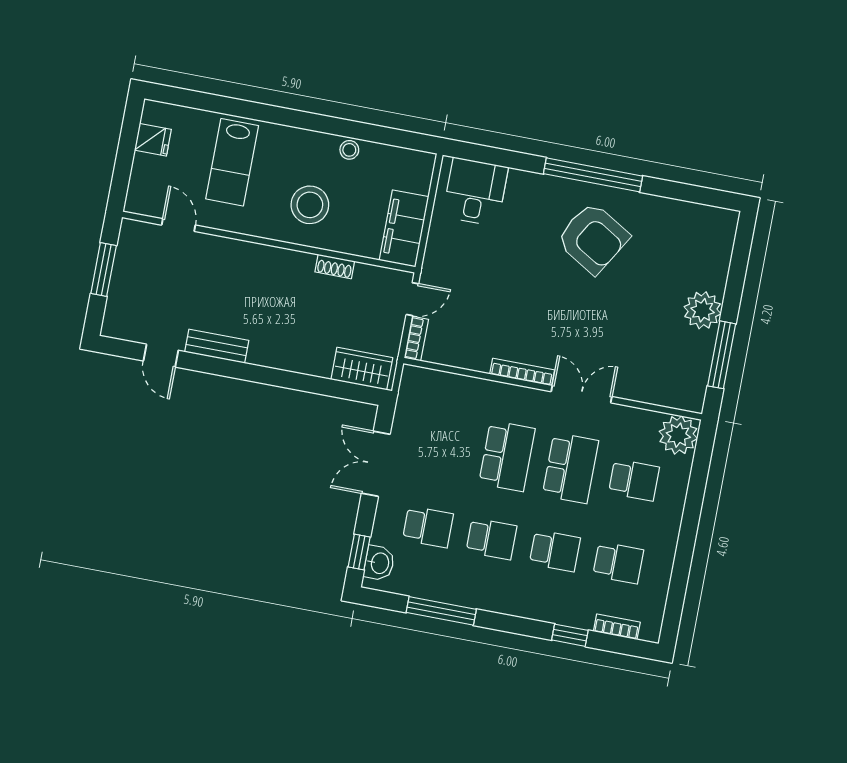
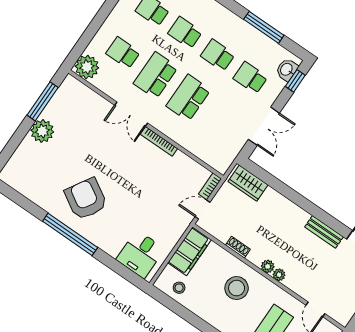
stool: (349, 150) -> (179, 288), moved
plant: (255, 253) -> (279, 275), added
plant: (278, 258) -> (268, 266), added

